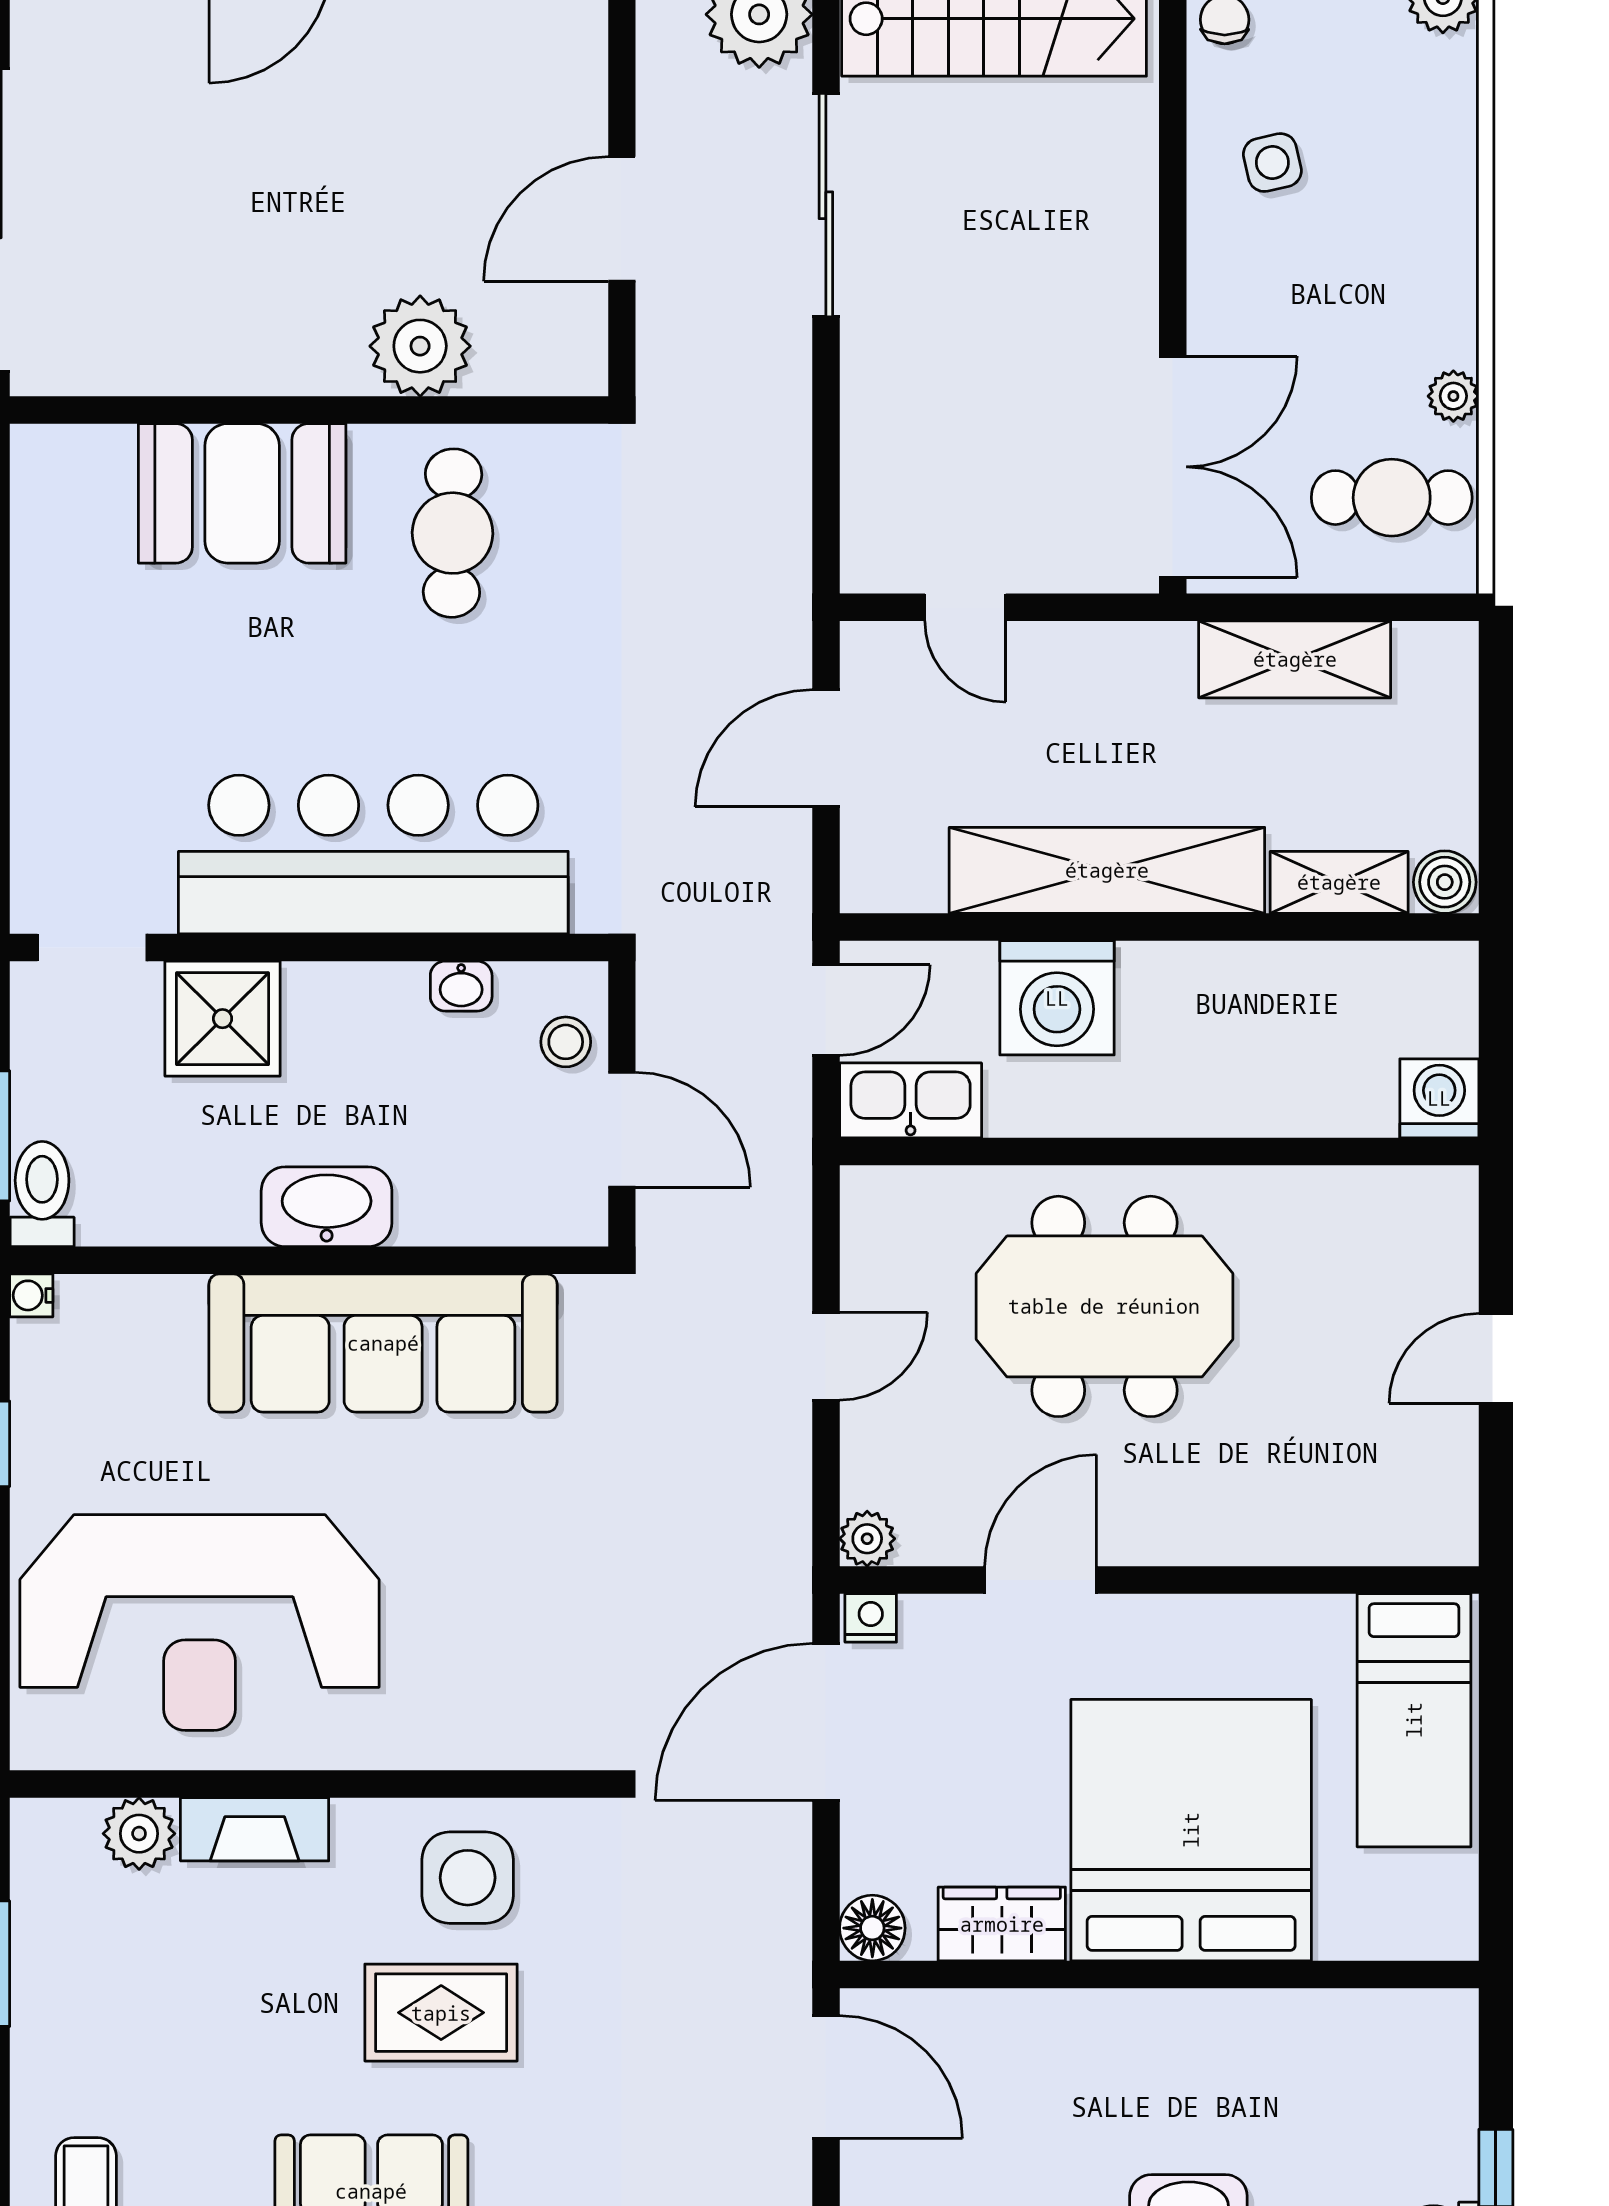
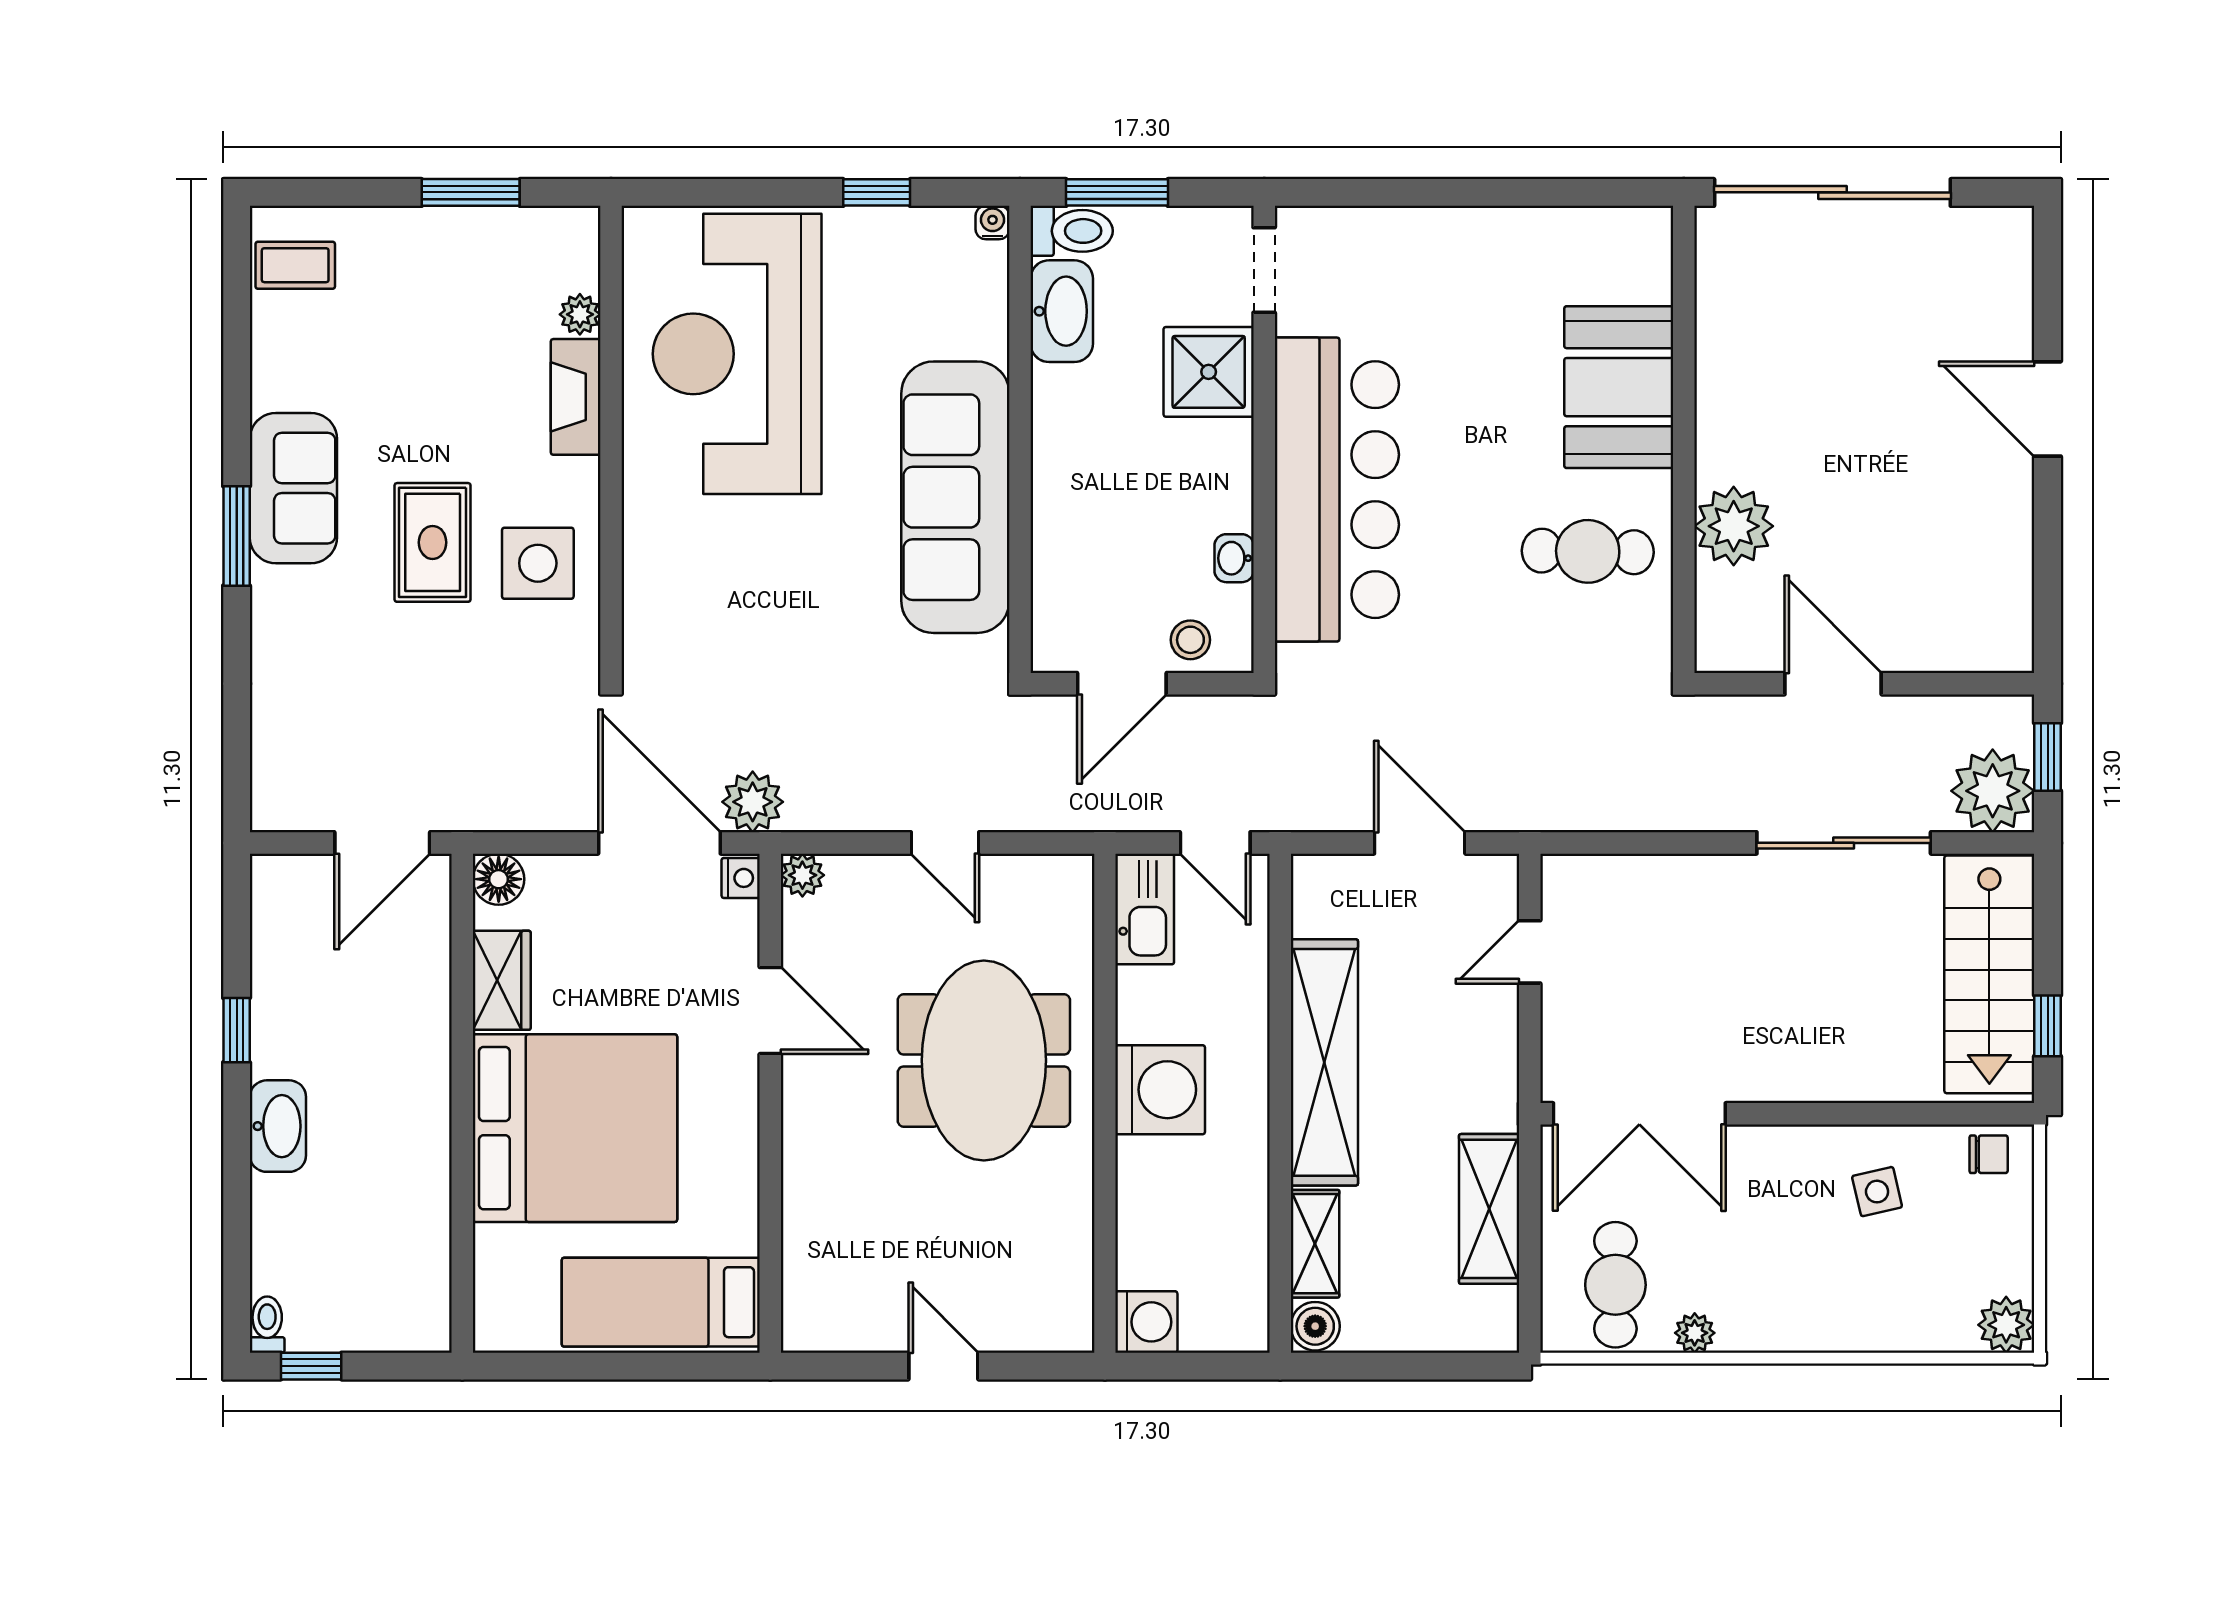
washing machine: (1057, 998) -> (1160, 1090), moved, turned 180
washbasin: (327, 1207) -> (1062, 311), moved
plant: (773, 1603) -> (753, 802), added
plant: (139, 1834) -> (580, 314), width x0.73, depth x0.73

